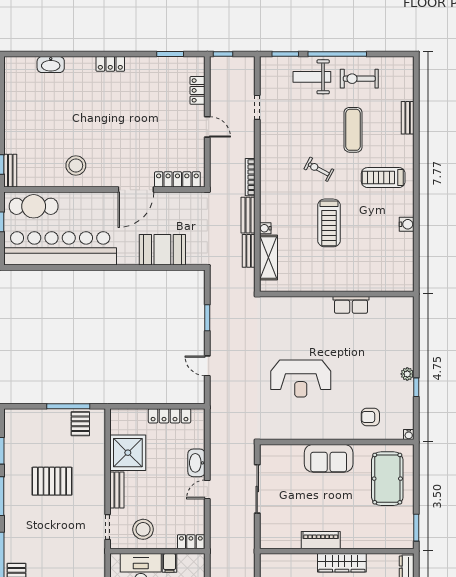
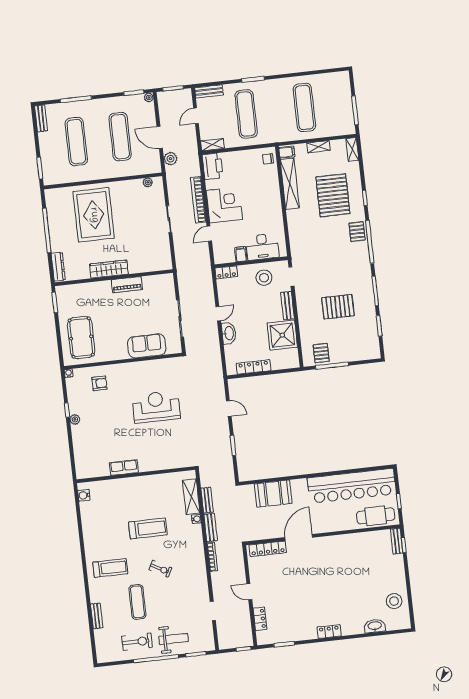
stool: (76, 166) -> (394, 601), moved
treadmill: (329, 223) -> (148, 528), turned 90
water cooler: (407, 224) -> (84, 495), moved
sofa: (329, 458) -> (147, 346), moved

